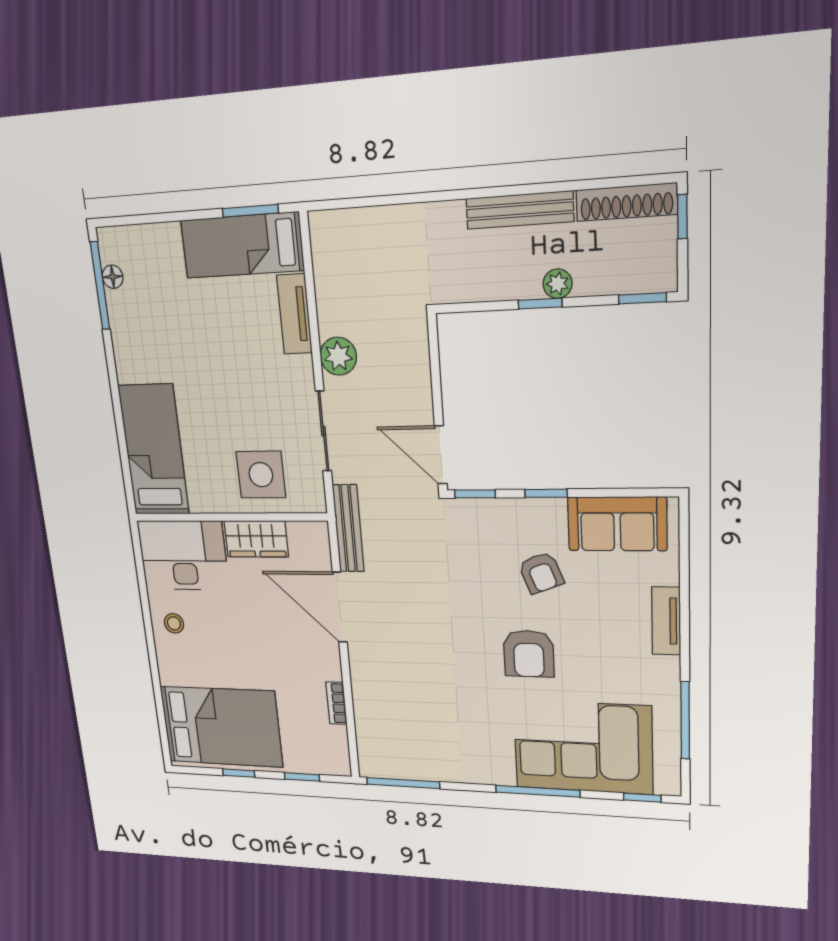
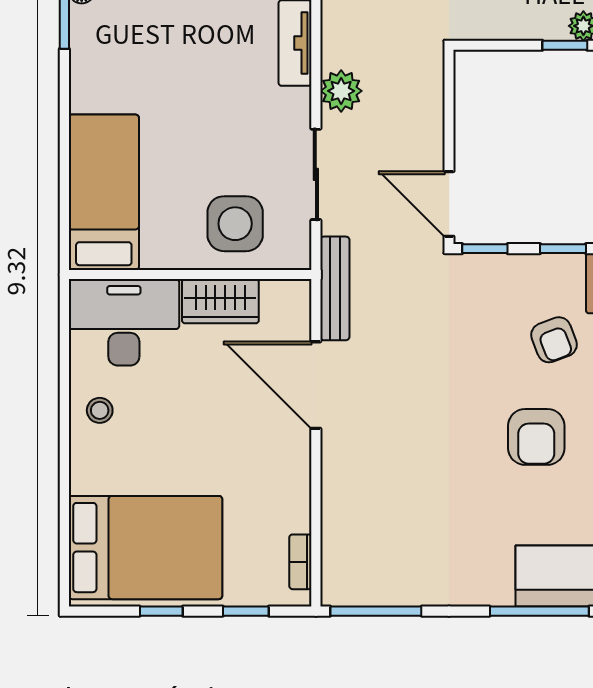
bookcase: (336, 703) -> (300, 562), moved

